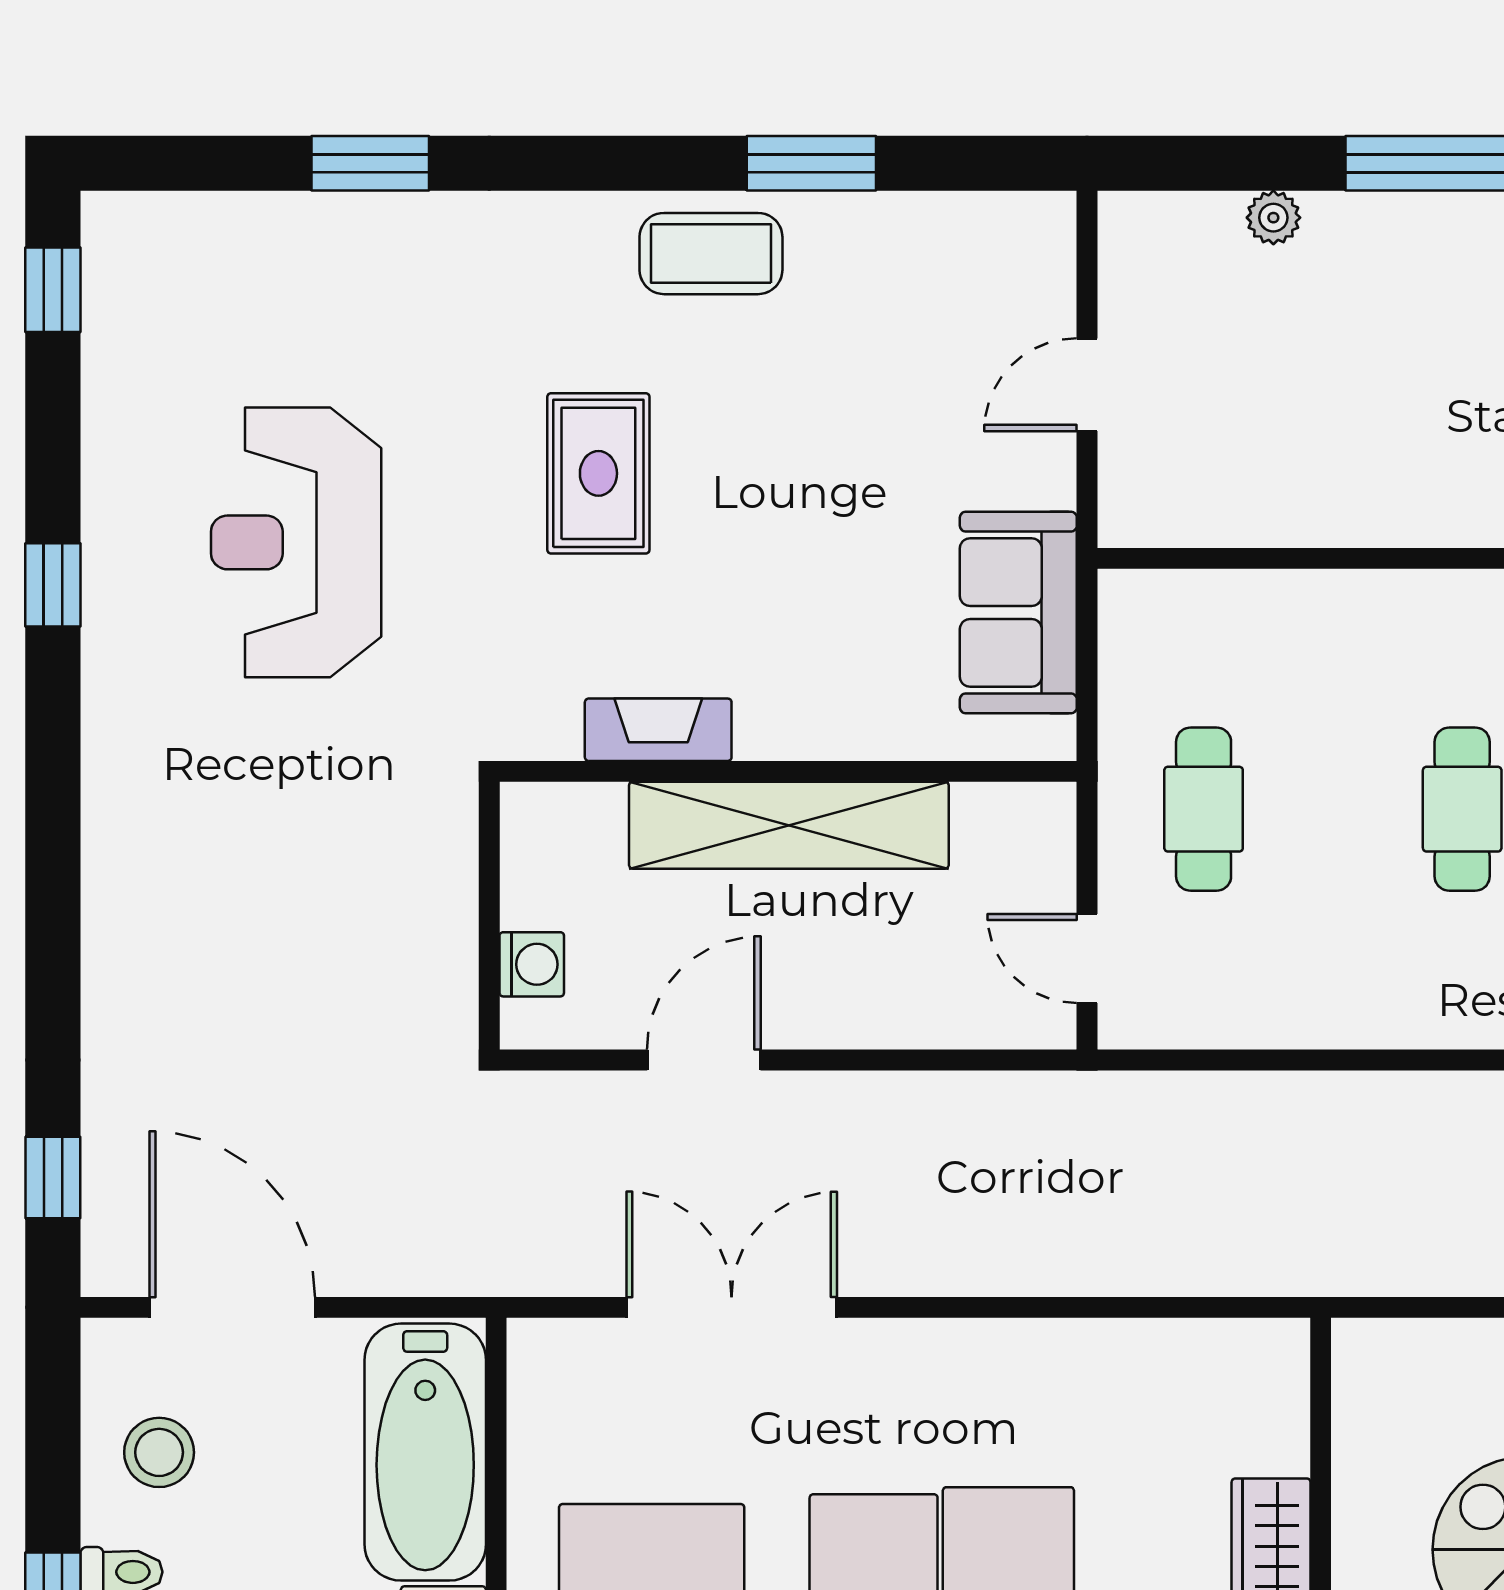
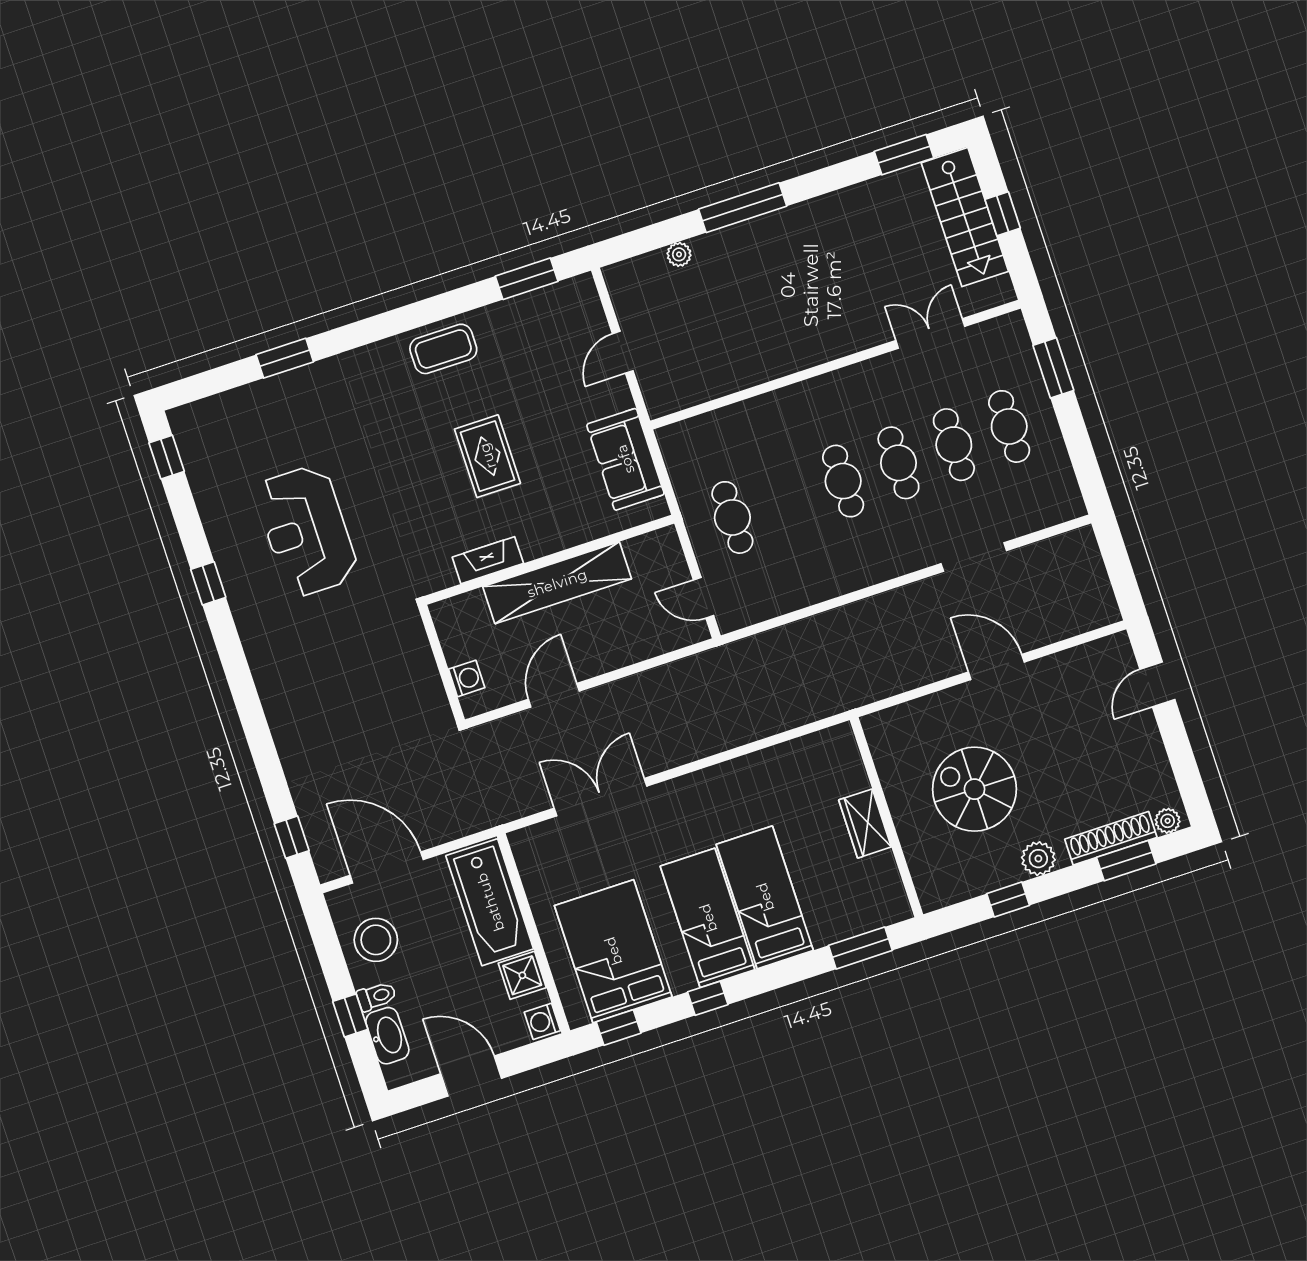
window: (811, 163) -> (527, 279), moved
rug: (598, 473) -> (487, 456), moved
stool: (159, 1452) -> (376, 940), width x1.38, depth x1.38

